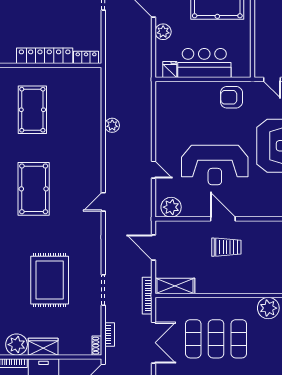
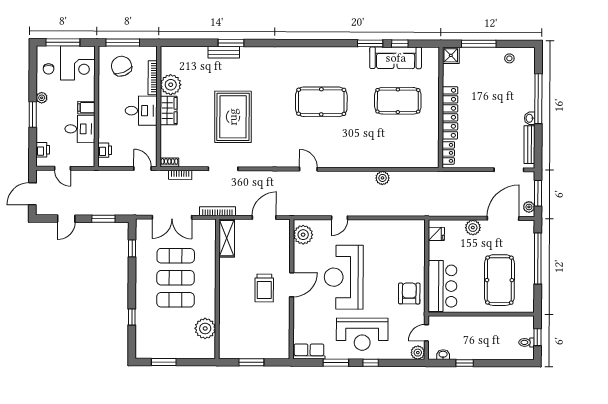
bar counter: (204, 63) -> (442, 286), moved
rug: (50, 280) -> (233, 117), turned 90

